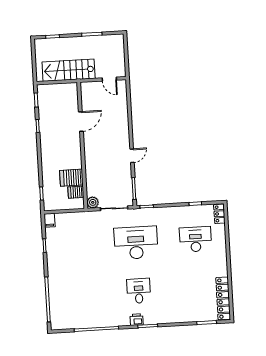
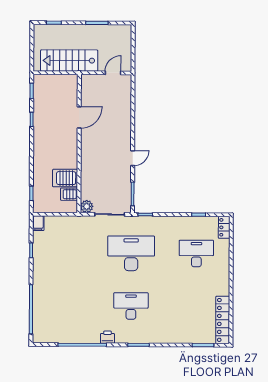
door: (109, 79) -> (113, 73), swing flipped
desk: (139, 291) -> (131, 306), width x1.37
printer: (137, 320) -> (107, 337), moved

